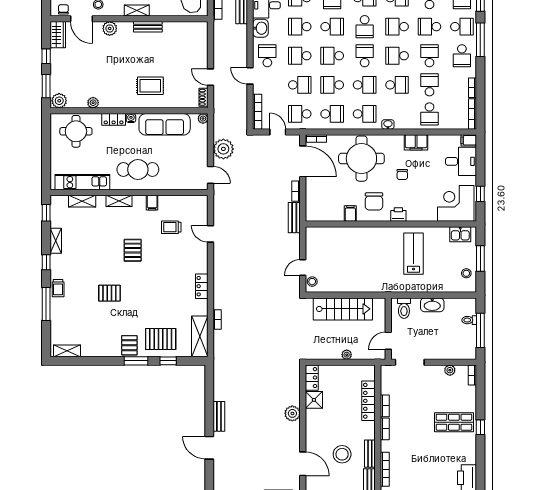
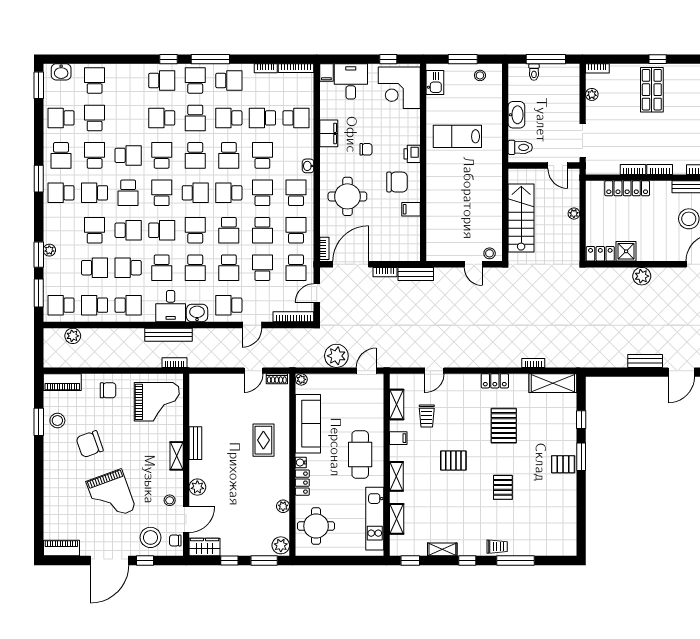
round table: (361, 159) -> (347, 196), width x0.73, depth x0.73
pallet: (161, 339) -> (504, 426), moved
shelving: (67, 351) -> (397, 405), moved

